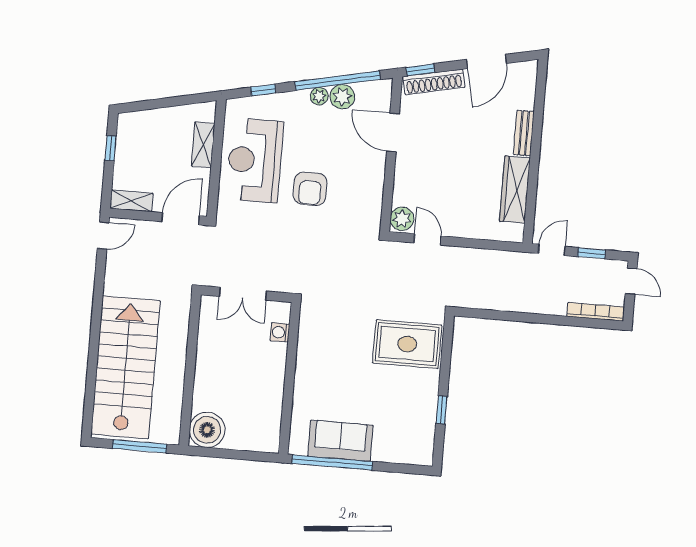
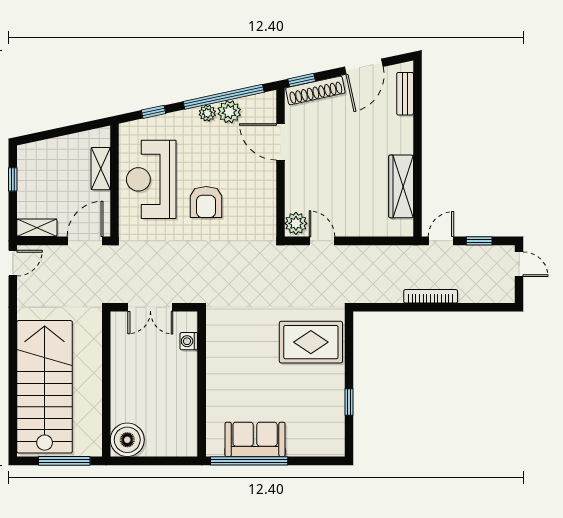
bench: (524, 133) -> (405, 94), moved
bookcase: (595, 312) -> (431, 296), moved

